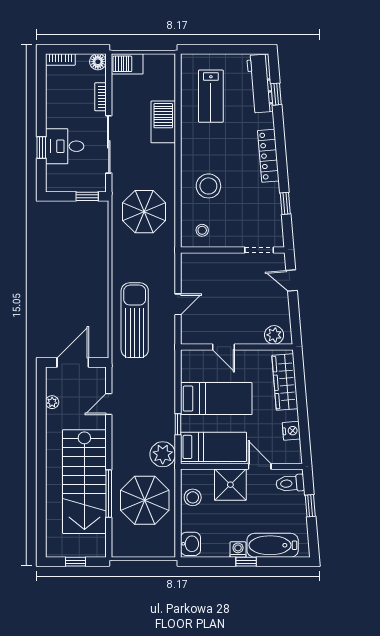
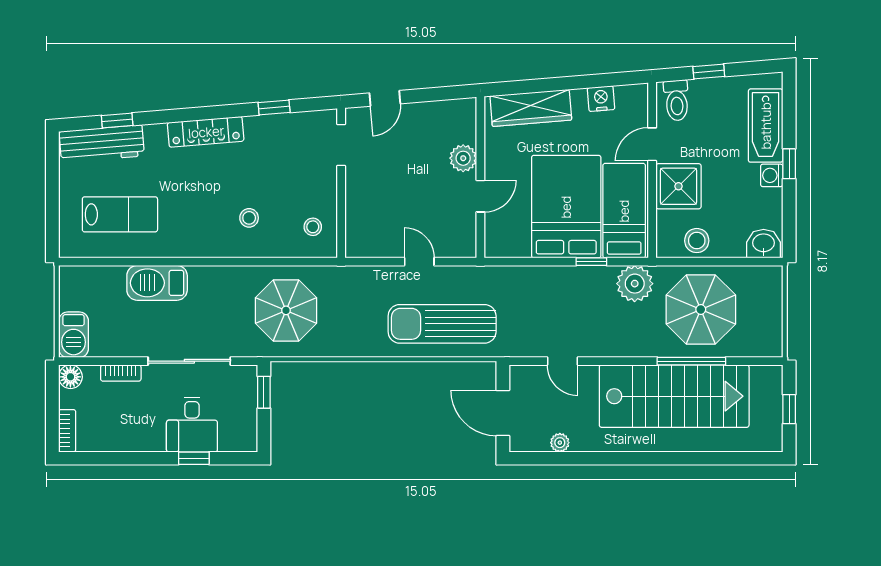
stool: (208, 186) -> (249, 218), width x0.53, depth x0.53
plant: (274, 335) -> (463, 158), moved
bed: (216, 399) -> (566, 207), width x1.50

